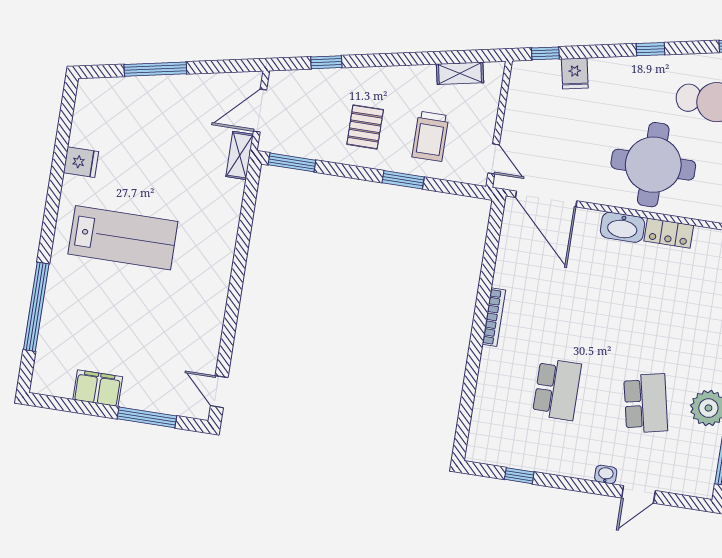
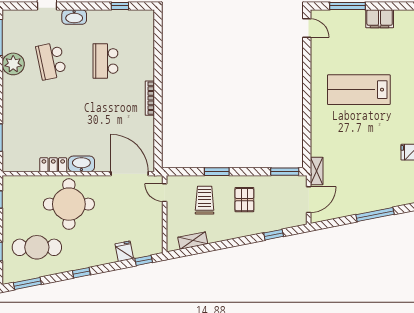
lab bench: (123, 238) -> (359, 90), moved
washbasin: (606, 474) -> (74, 17), width x1.91, depth x1.45

